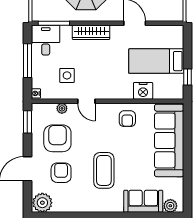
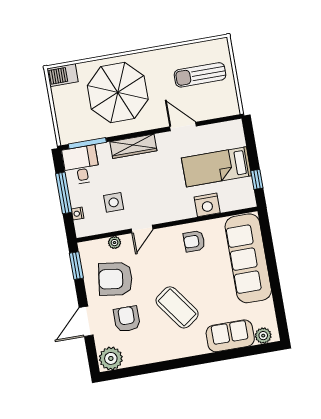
nightstand: (36, 93) -> (78, 214), moved
door: (86, 101) -> (142, 229), hinge flipped
armchair: (127, 119) -> (194, 241), turned 90
armchair: (57, 138) -> (115, 279), turned -82
coffee table: (104, 170) -> (177, 307), turned -36

